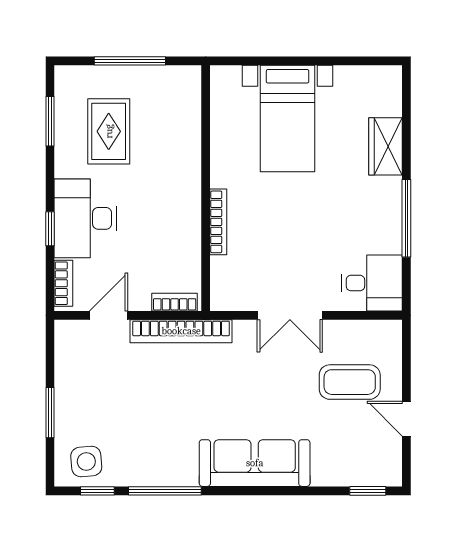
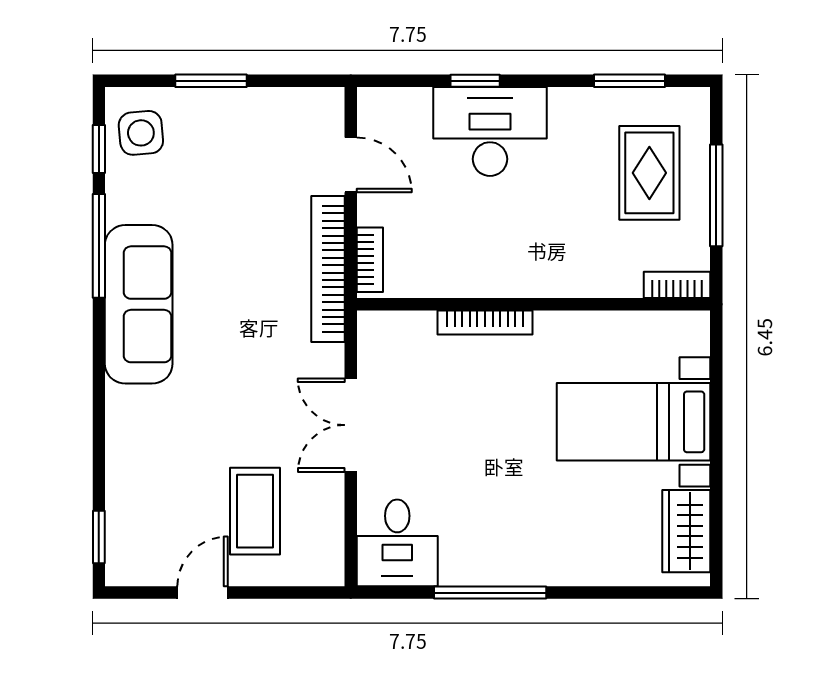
rug: (109, 131) -> (649, 173), moved, turned 90
wardrobe: (386, 146) -> (686, 531), moved, turned -90
bookcase: (63, 283) -> (677, 285), moved, turned 180
sofa: (255, 463) -> (139, 304), moved

